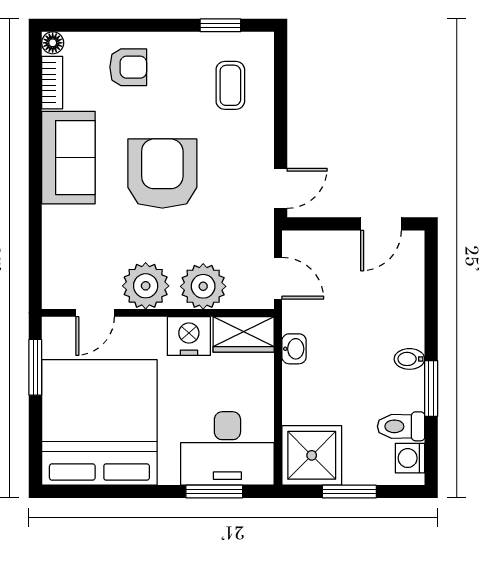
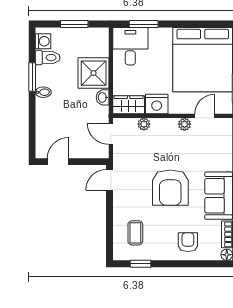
armchair: (128, 67) -> (188, 242), turned 90
plant: (146, 286) -> (184, 124), width x0.53, depth x0.53
plant: (203, 286) -> (144, 124), width x0.53, depth x0.53
desk: (227, 448) -> (130, 46), width x0.73
shower: (312, 455) -> (94, 73), moved

